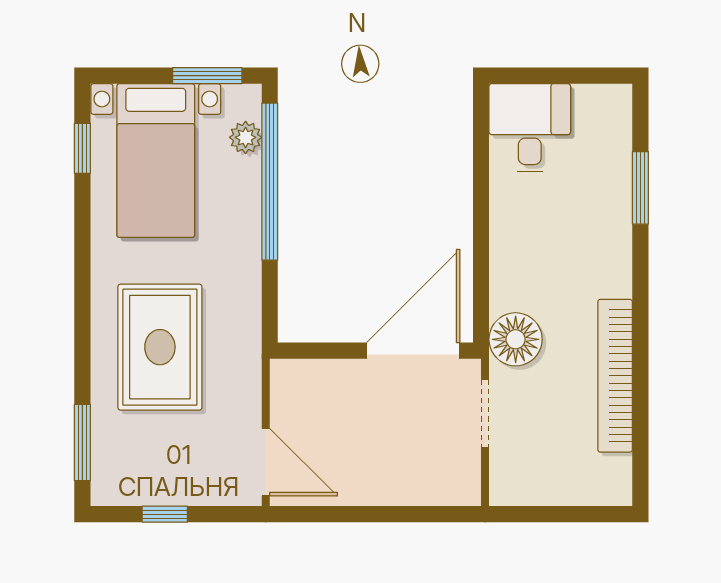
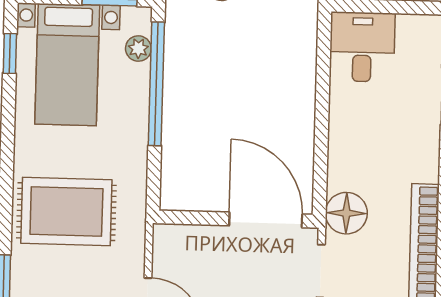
rug: (160, 347) -> (66, 212), turned 90
door: (413, 351) -> (266, 220), hinge flipped

